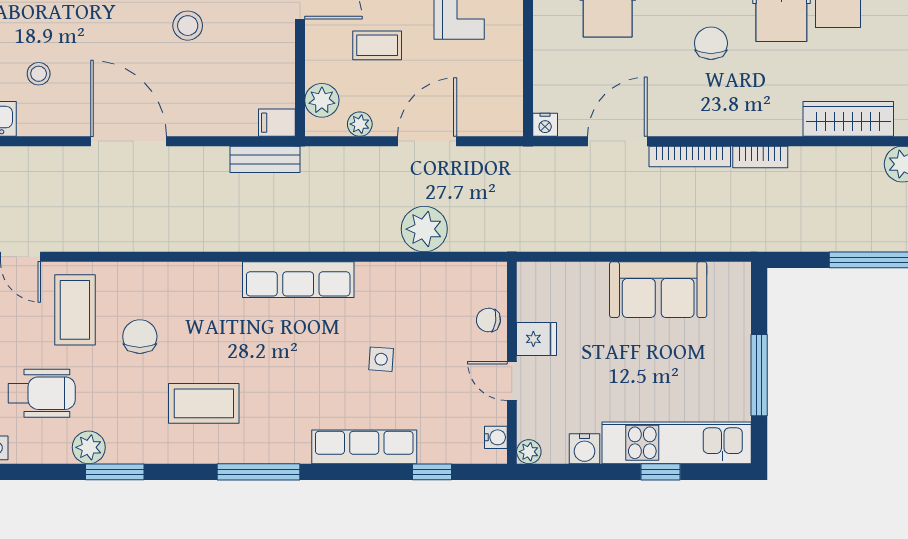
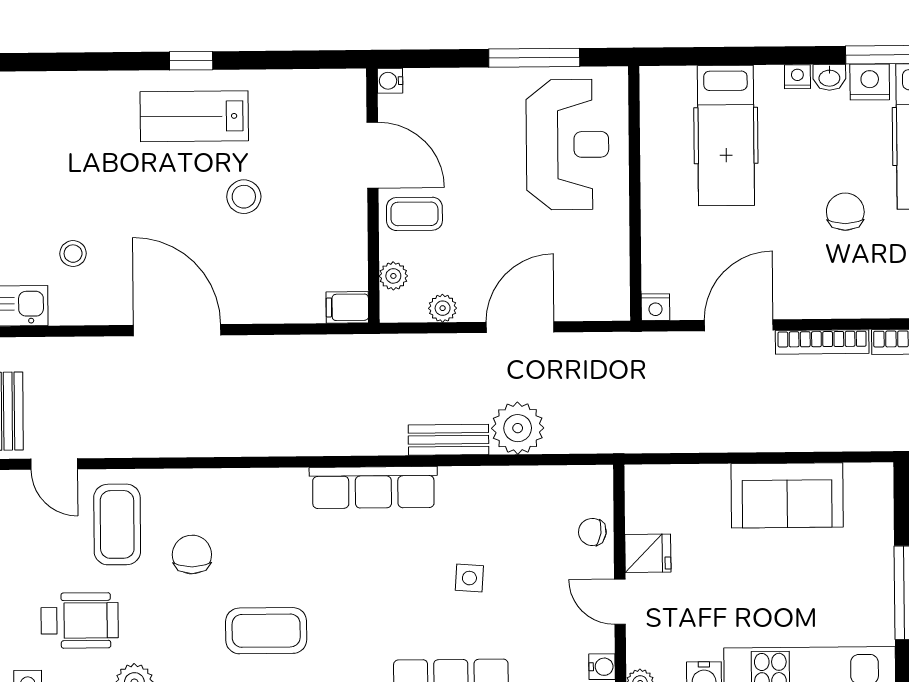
coffee table: (377, 45) -> (414, 214), moved
plant: (322, 100) -> (393, 276), width x0.73, depth x0.73
bench: (265, 159) -> (448, 440), moved

